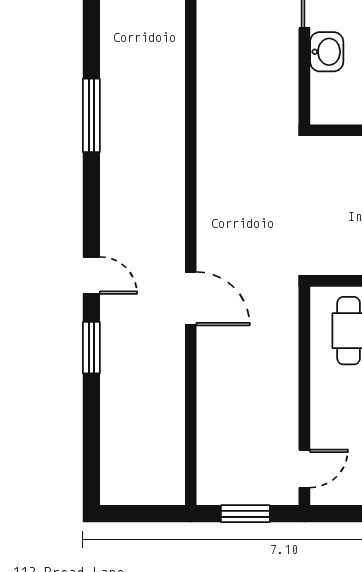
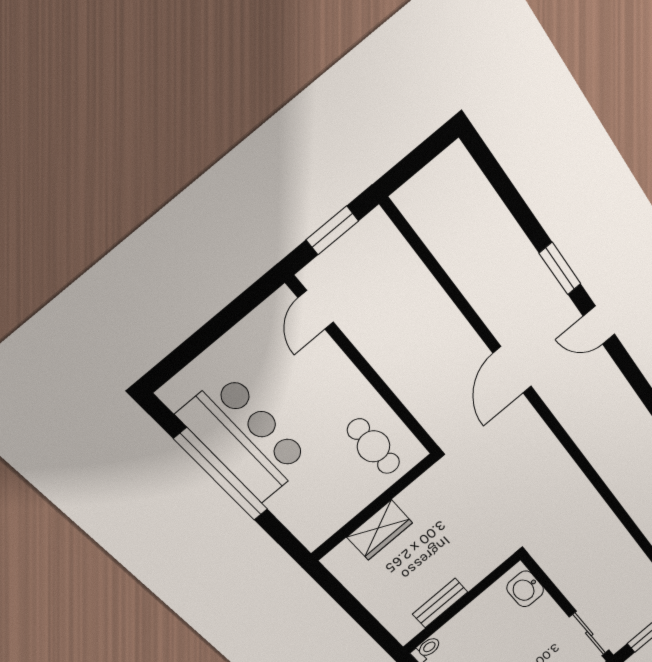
washbasin: (327, 52) -> (525, 589), moved
door: (191, 299) -> (512, 370), hinge flipped

